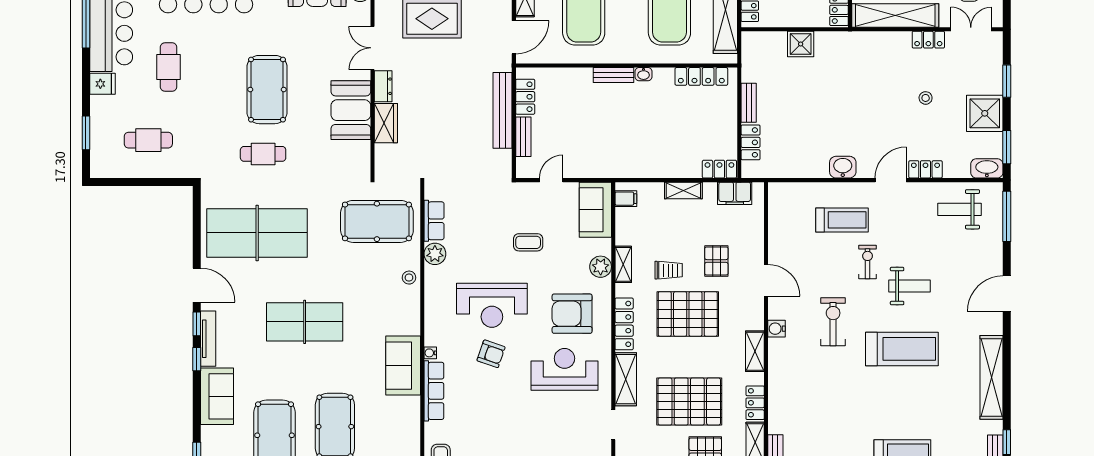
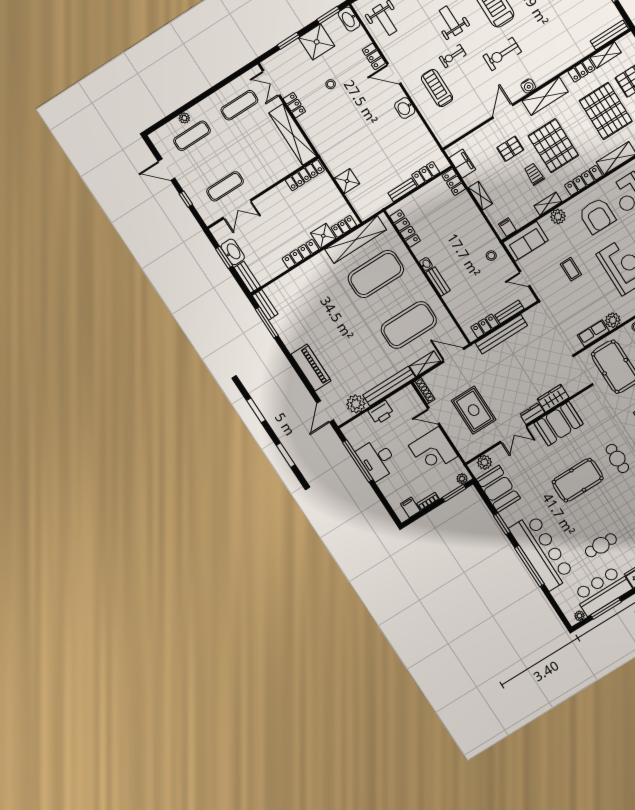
stool: (604, 158) -> (491, 256), added
shelving: (755, 351) -> (545, 96), width x1.50, depth x1.33

